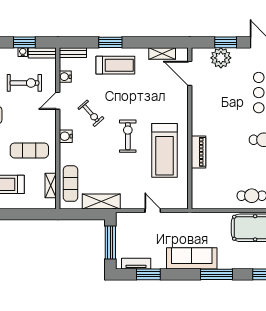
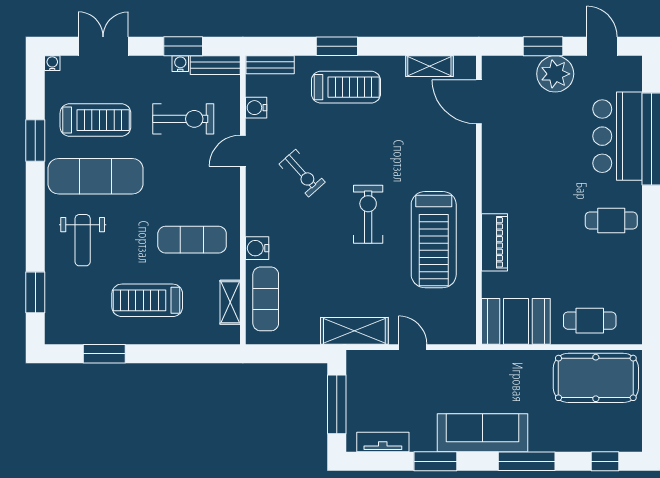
plant: (221, 58) -> (555, 74), moved
water cooler: (66, 136) -> (257, 248), moved
booth: (210, 196) -> (516, 321), added
shelving: (101, 201) -> (354, 331), moved
window: (148, 274) -> (435, 461), moved

